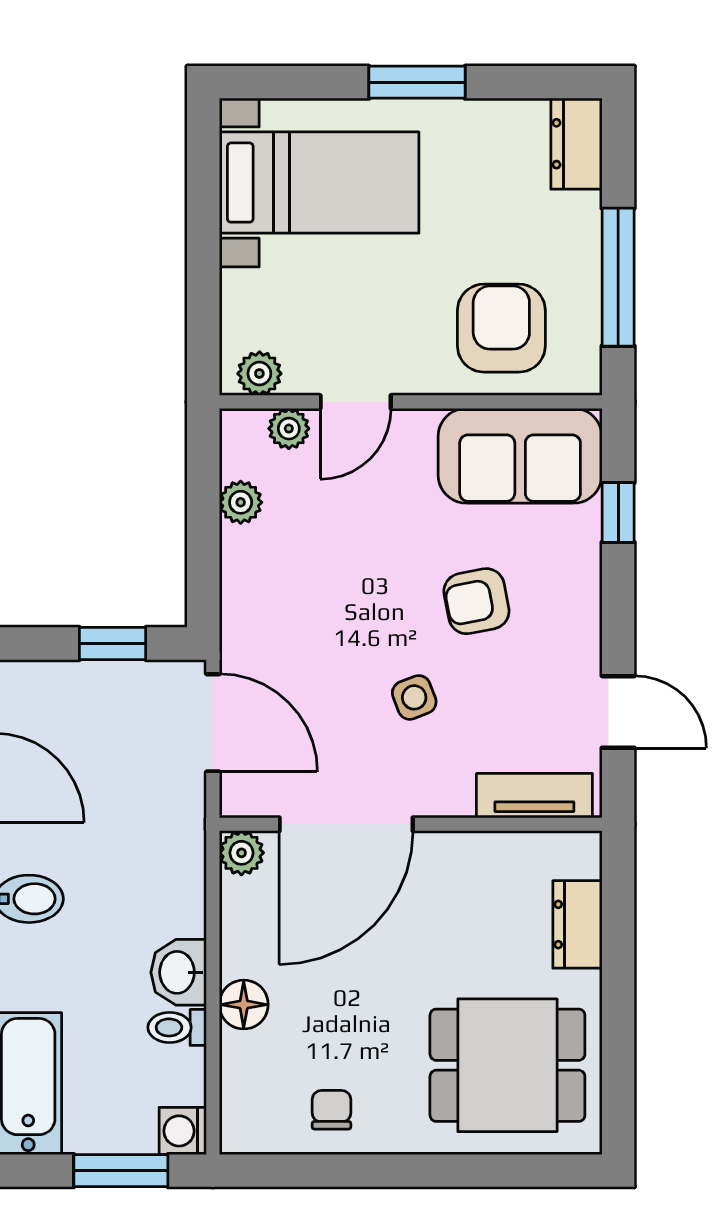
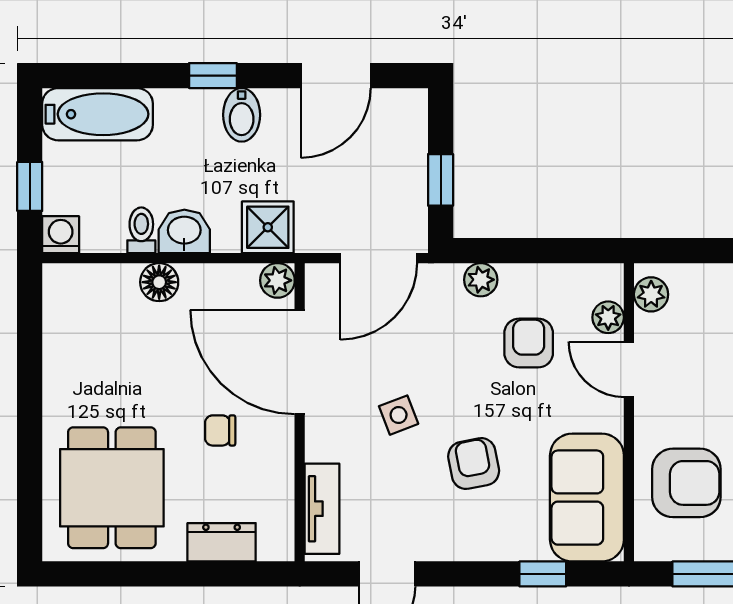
plant: (241, 502) -> (481, 280), moved
armchair: (322, 531) -> (529, 343), added
shower: (173, 865) -> (268, 227), added
chair: (332, 1110) -> (220, 430), moved, turned 180
window: (121, 1171) -> (30, 186), width x0.67

